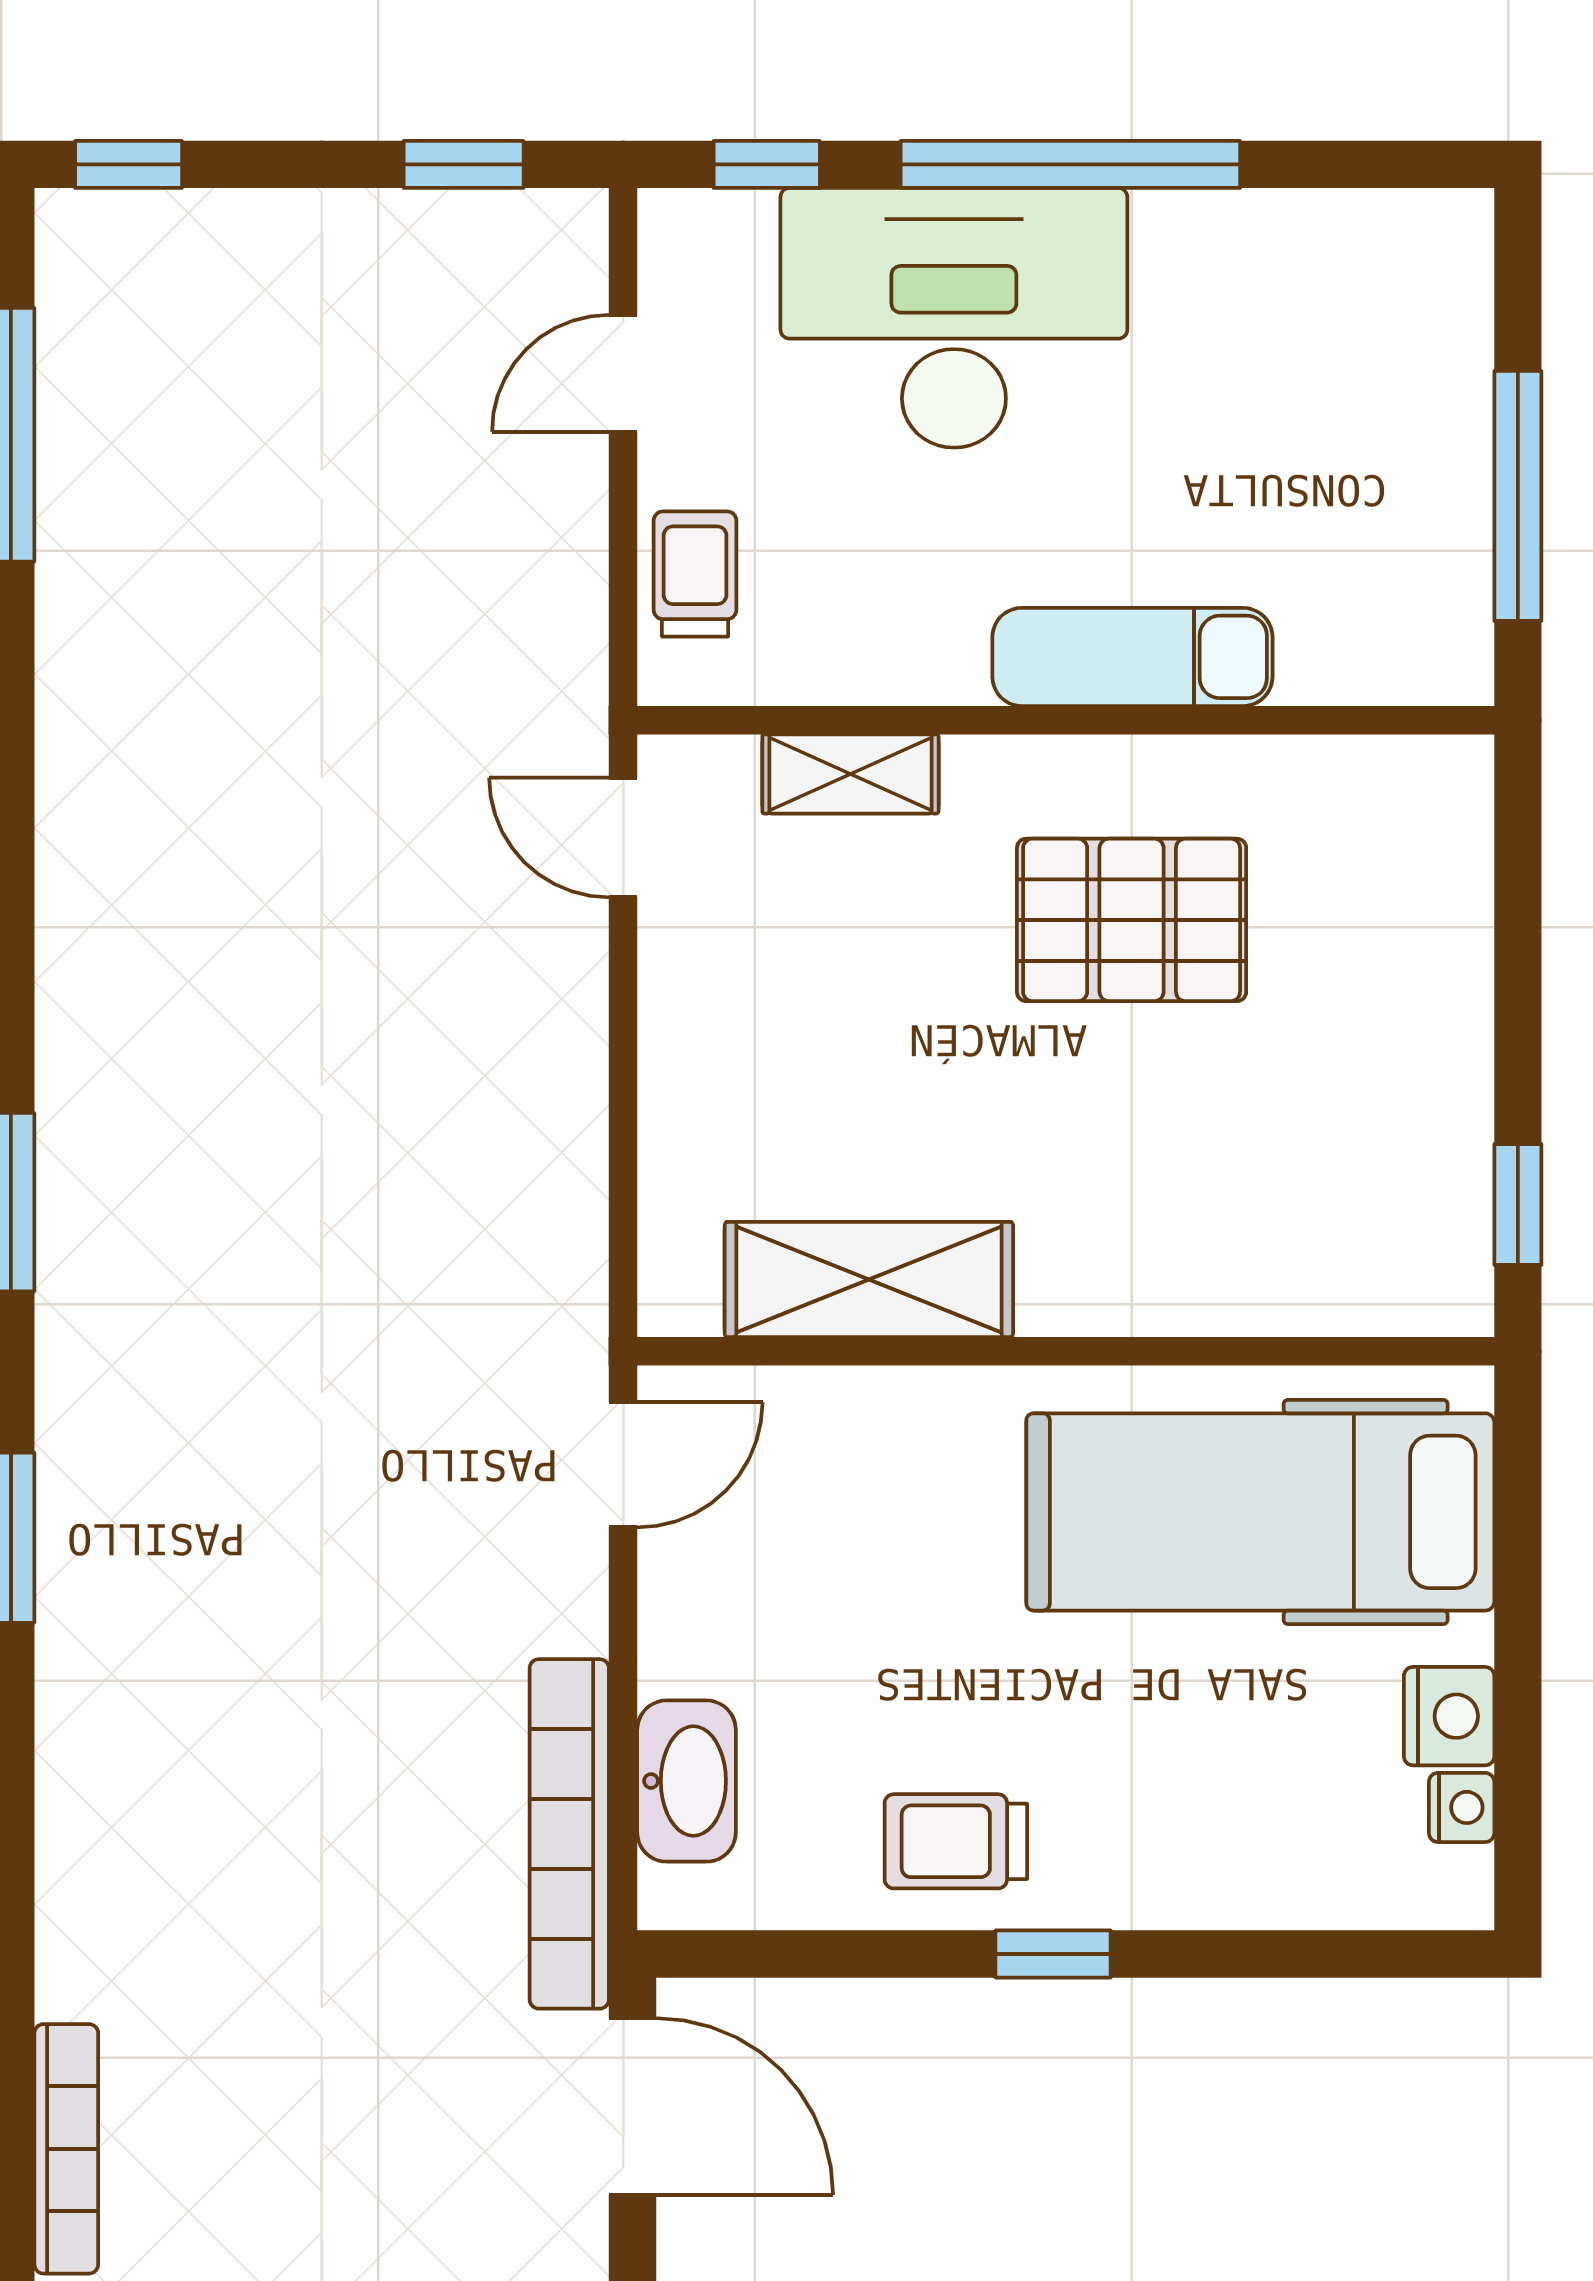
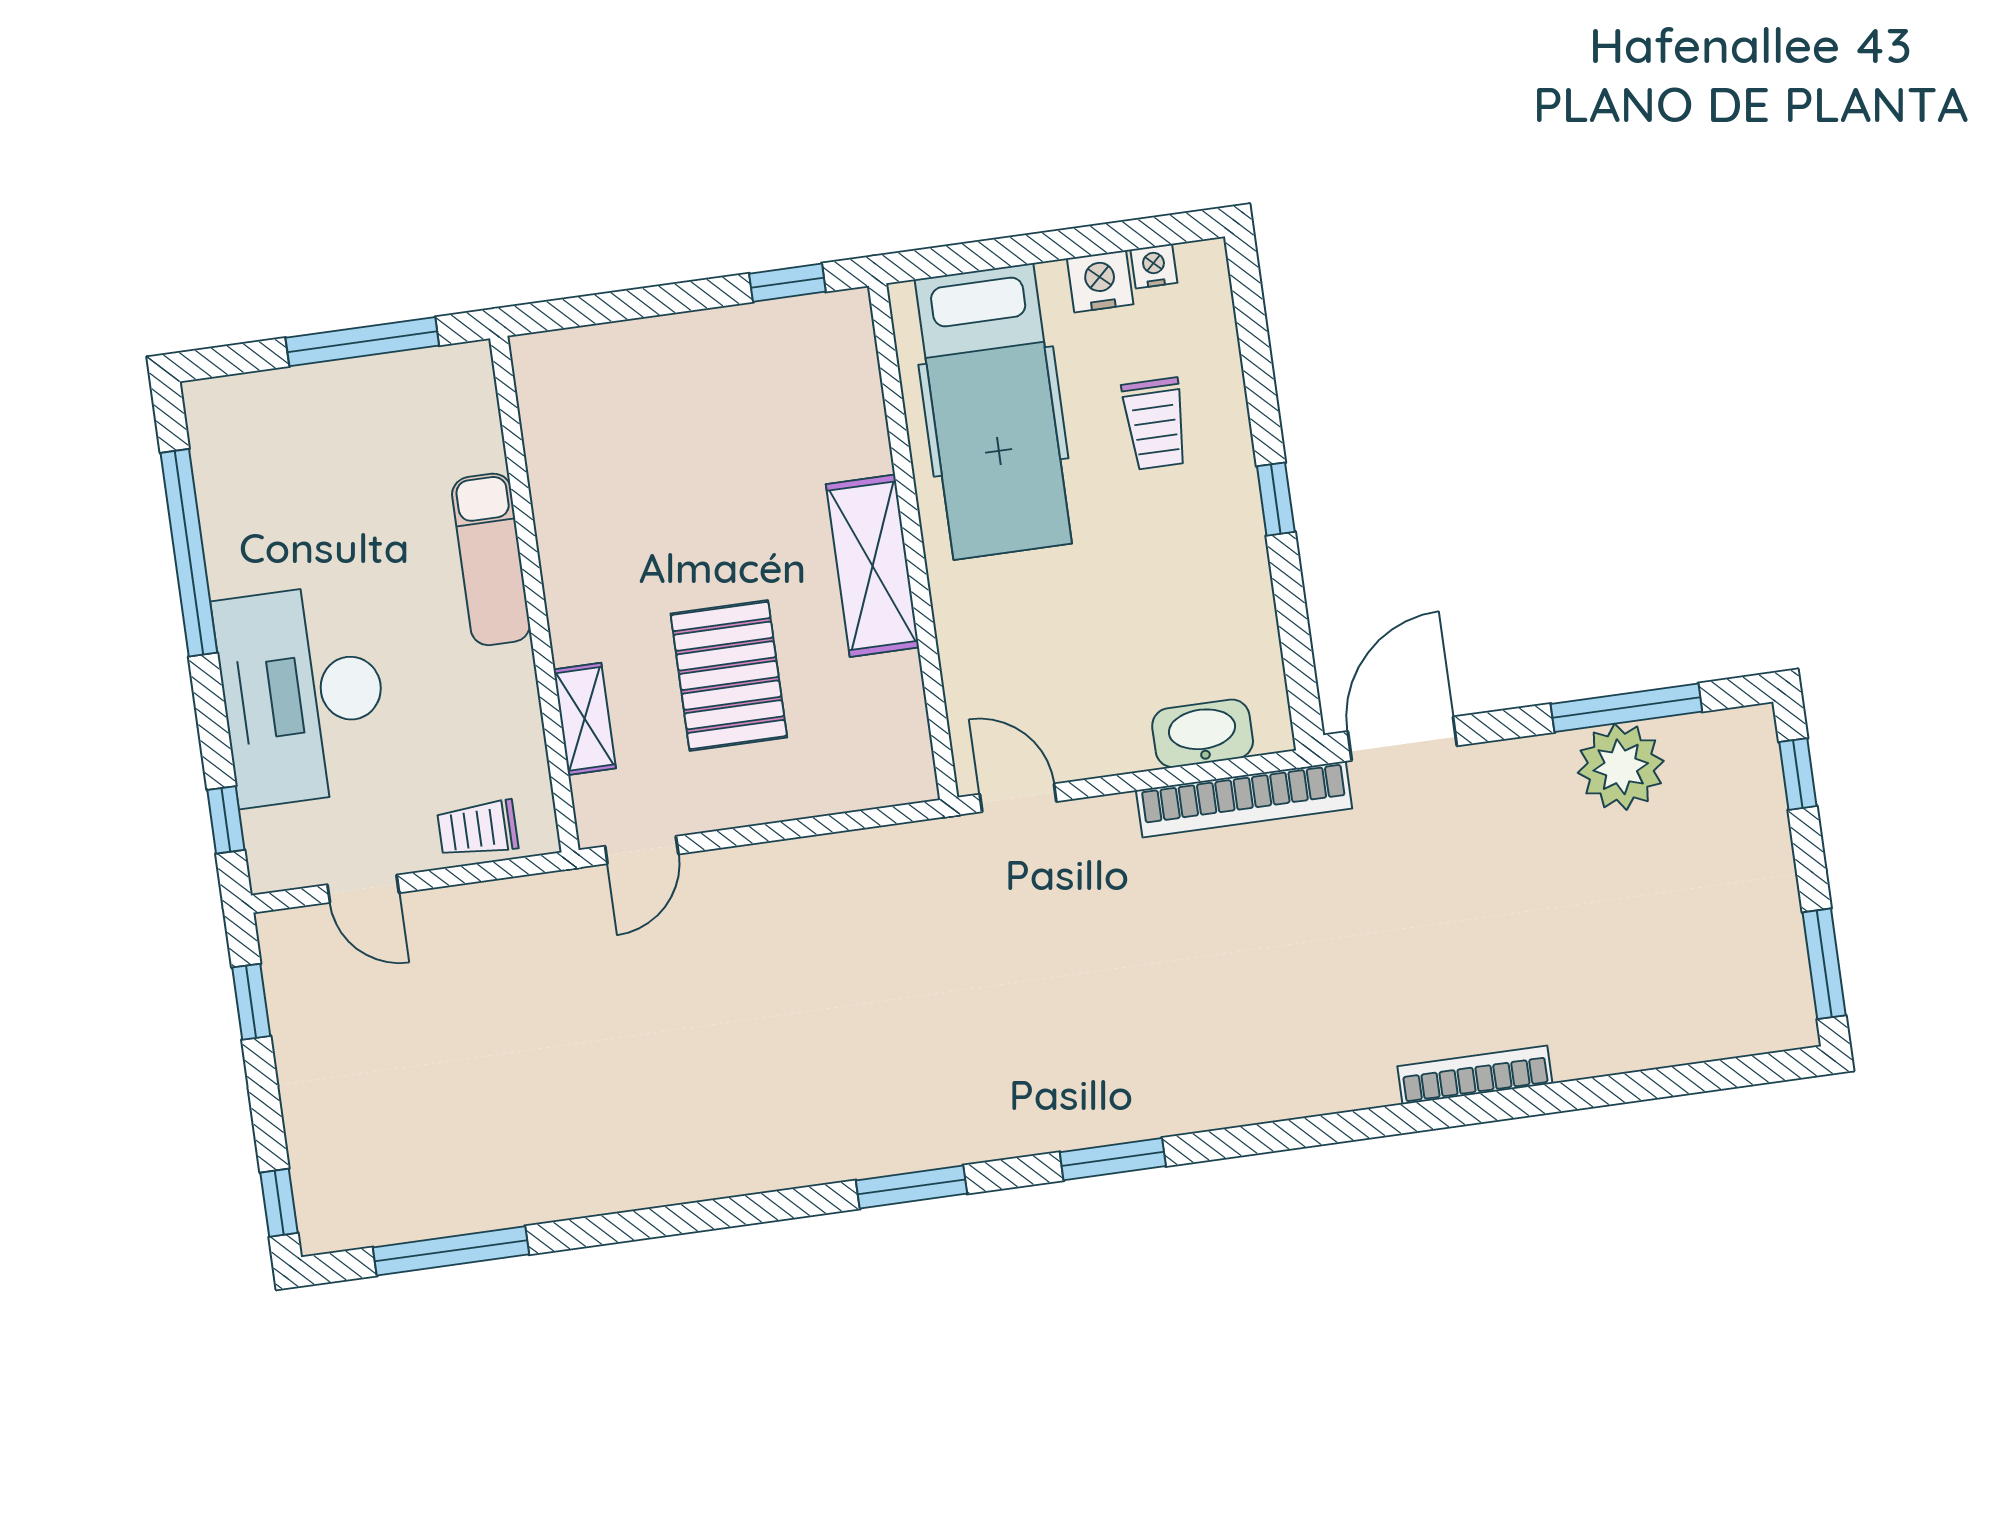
window: (1070, 164) -> (189, 553), moved
pallet: (1132, 920) -> (729, 676), moved
shelving: (869, 1279) -> (873, 566), moved
trolley: (956, 1841) -> (1155, 424), moved

